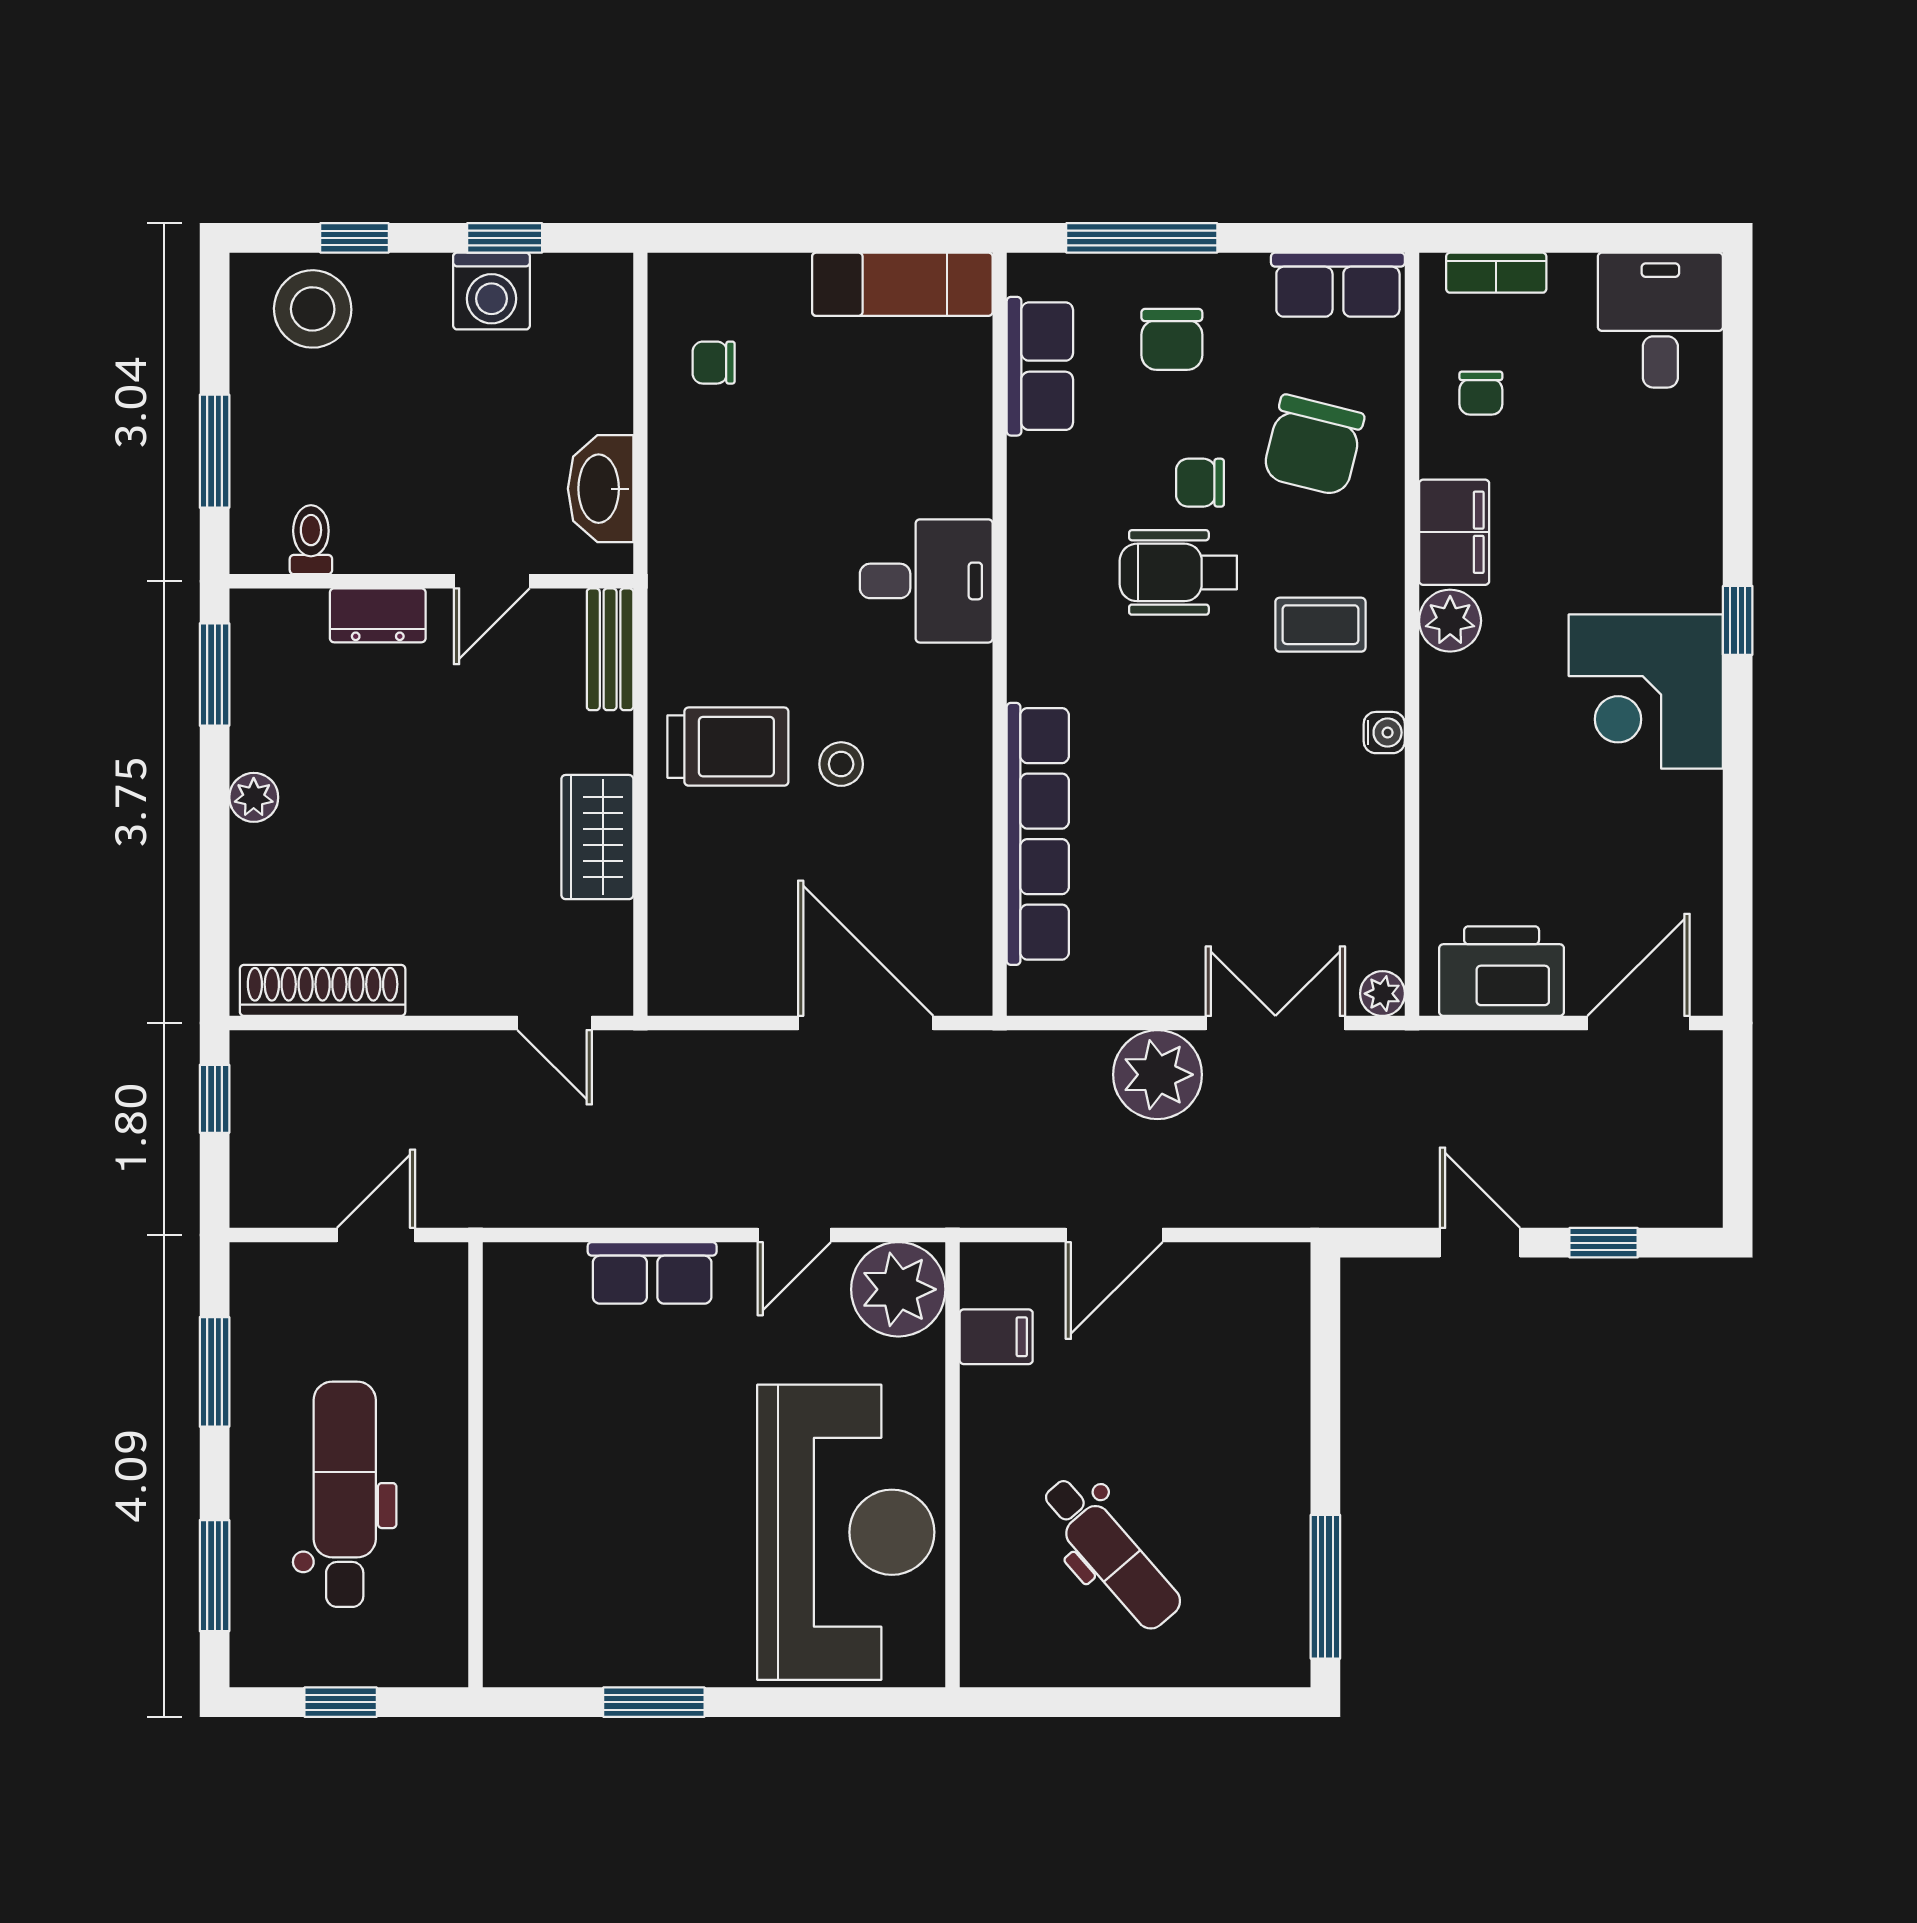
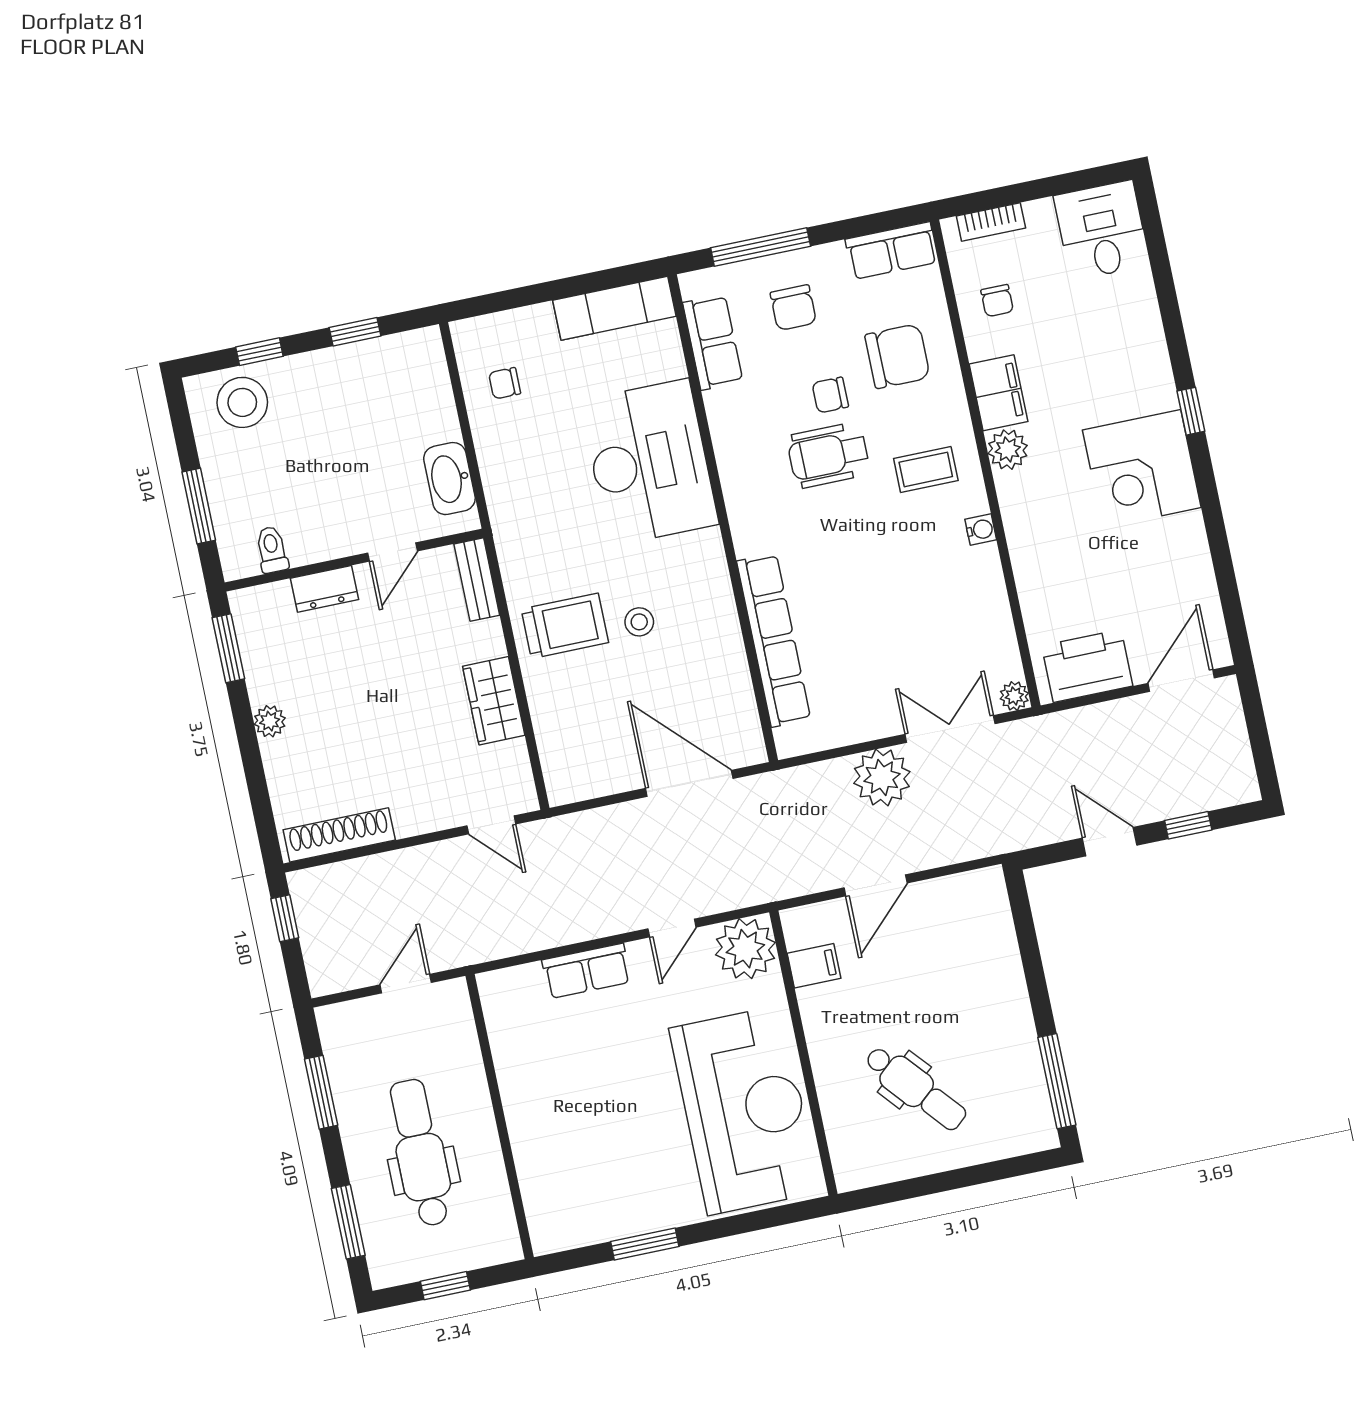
washing machine: (492, 291) -> (354, 367), removed
chair: (1313, 445) -> (897, 356), turned -104
desk: (926, 581) -> (649, 462), width x1.87, depth x1.30

